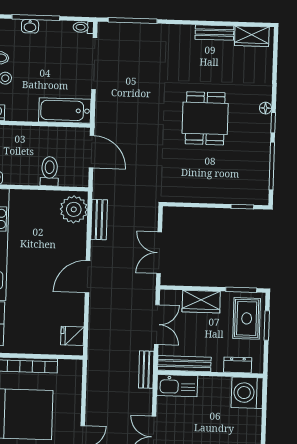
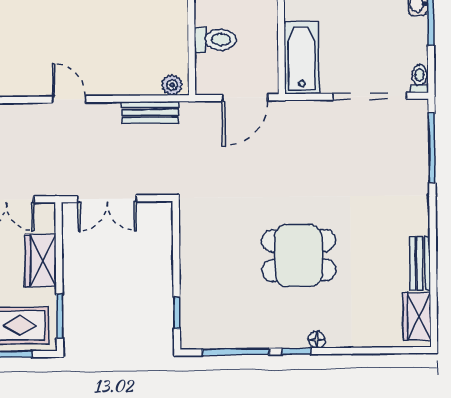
plant: (74, 209) -> (172, 85), width x0.53, depth x0.53
double door: (159, 253) -> (107, 199), swing flipped
door: (88, 277) -> (69, 99), width x0.73

